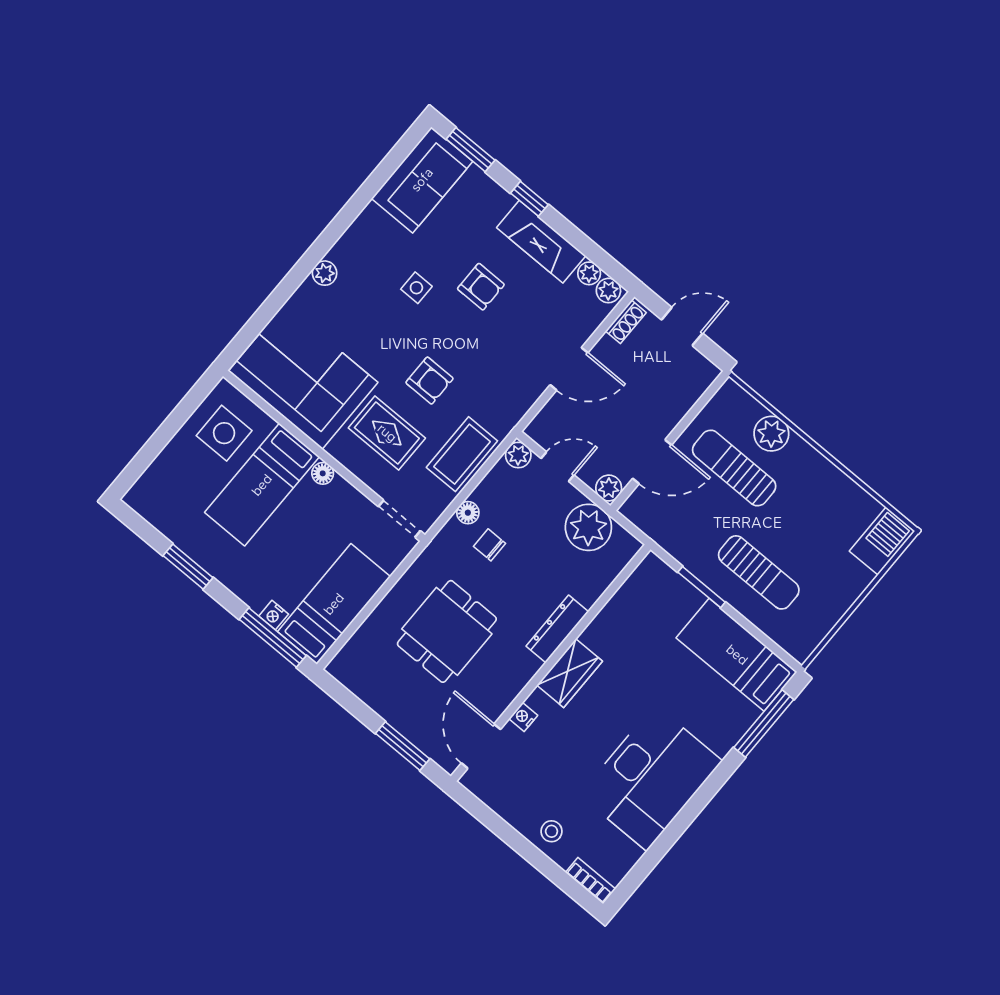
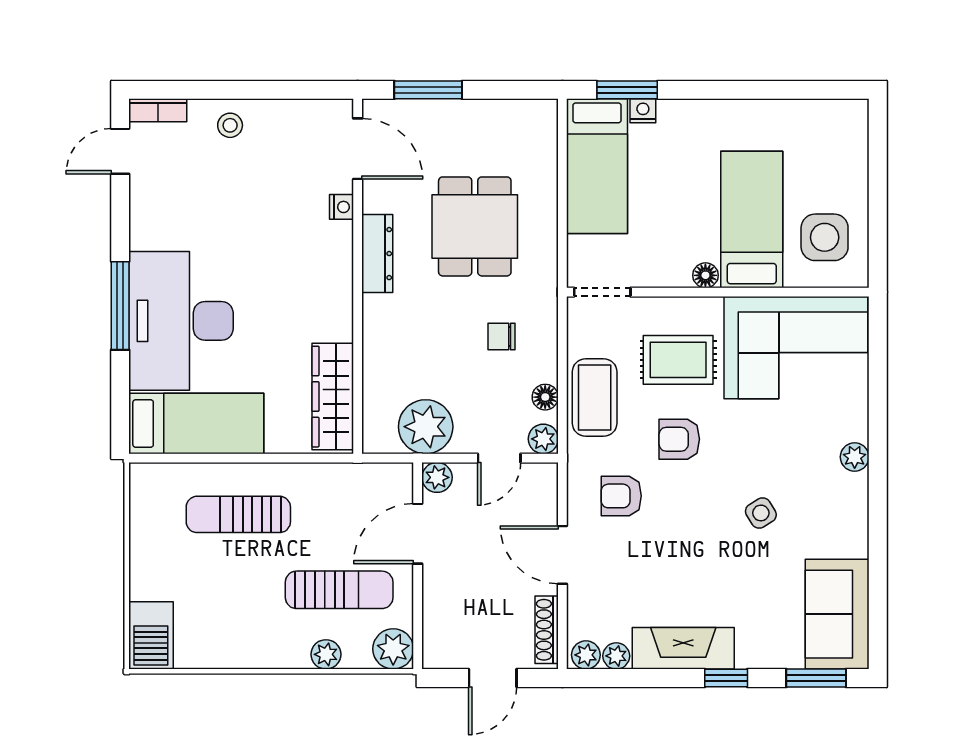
armchair: (481, 287) -> (621, 496), moved
side table: (416, 288) -> (761, 513), turned -32
shoe rack: (626, 322) -> (547, 630), width x1.43
door: (569, 369) -> (562, 555), hinge flipped
plant: (731, 400) -> (393, 649), added
plant: (771, 434) -> (326, 654), width x0.73, depth x0.73
floor lamp: (468, 513) -> (545, 397), moved
chair: (490, 545) -> (502, 337), turned 180
window: (188, 567) -> (757, 90), removed
window: (702, 587) -> (279, 458), removed
dresser: (557, 629) -> (377, 254), moved
window: (273, 637) -> (627, 90), width x0.69
wardrobe: (570, 673) -> (333, 397), moved, width x1.50
window: (764, 724) -> (120, 306), moved
desk: (651, 778) -> (181, 321), moved
door: (638, 874) -> (120, 151), added

